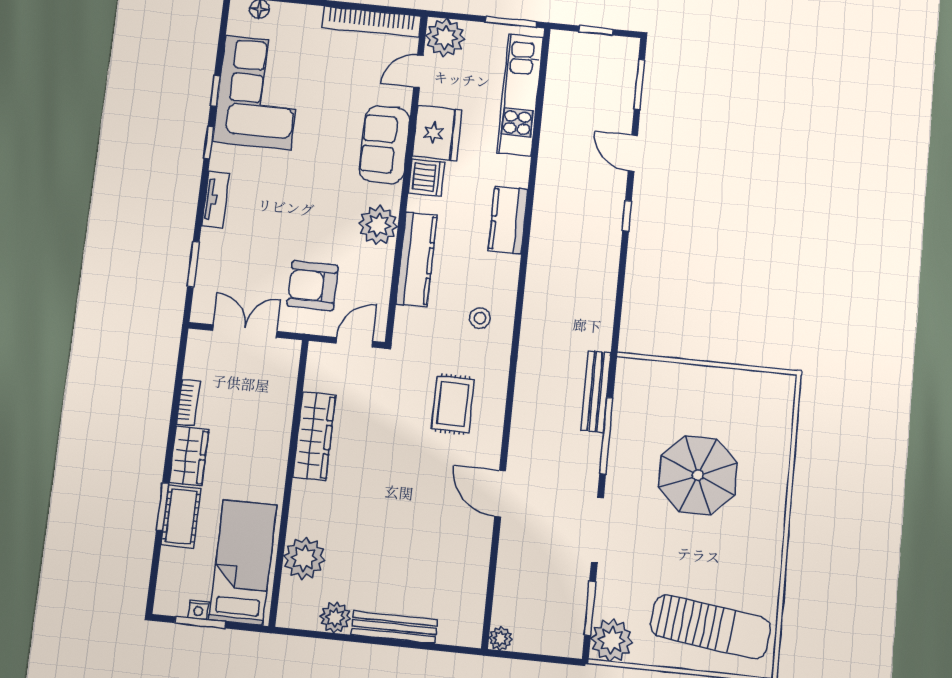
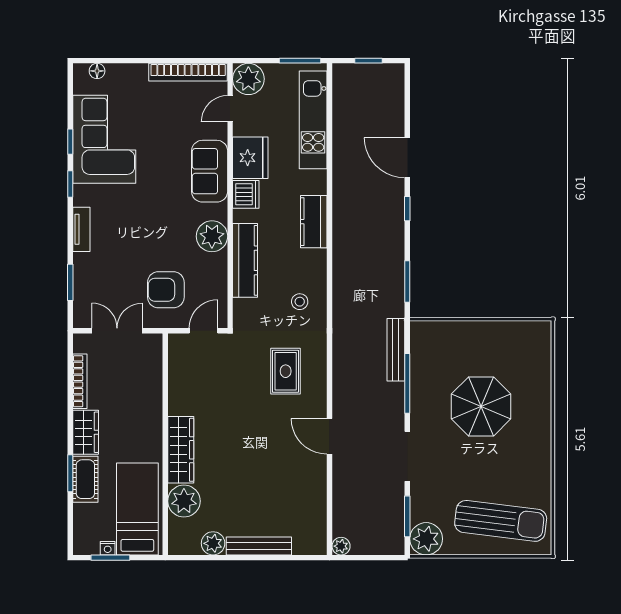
window: (639, 84) -> (407, 282), moved
door: (633, 153) -> (407, 158), width x1.38
bookcase: (188, 403) -> (80, 381), width x1.56
wardrobe: (314, 436) -> (181, 450), moved

